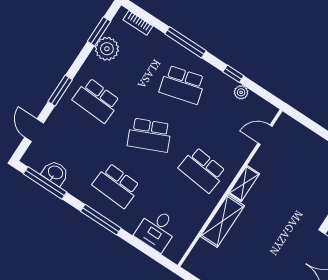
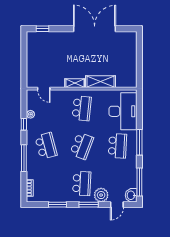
window: (99, 31) -> (57, 205), moved
plant: (107, 49) -> (101, 195), moved
school desk: (149, 135) -> (82, 146), turned 45
washbasin: (55, 173) -> (131, 195), moved
desk: (157, 230) -> (123, 111), width x1.87, depth x1.30

